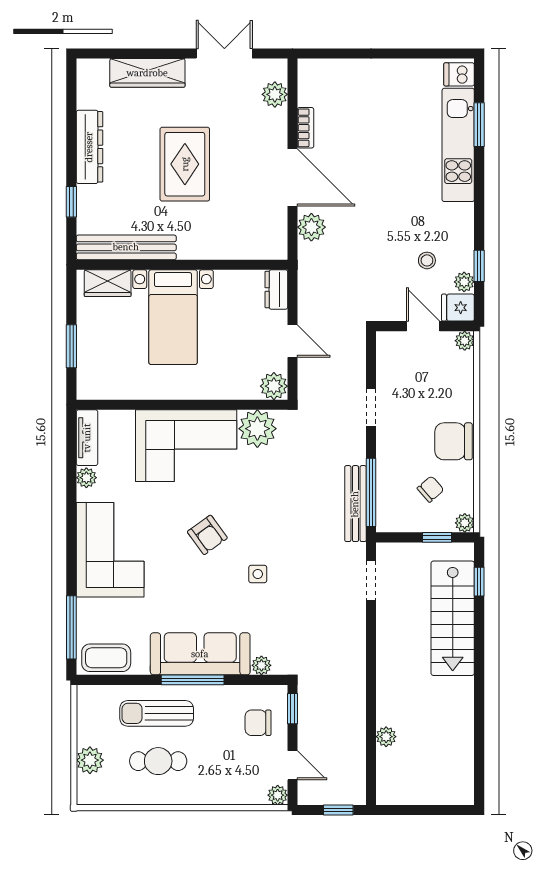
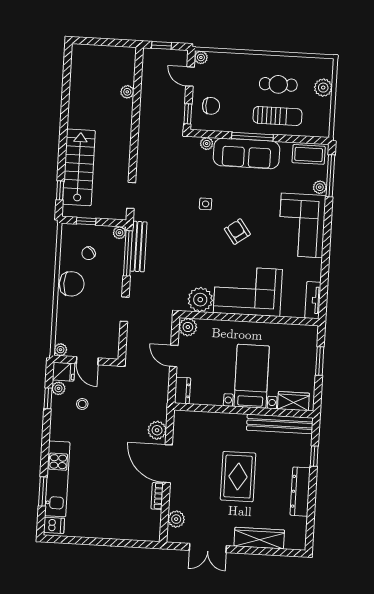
plant: (86, 478) -> (320, 187), moved
plant: (465, 523) -> (119, 233), moved

